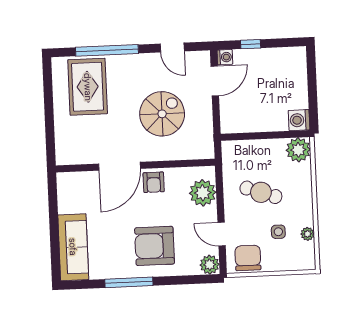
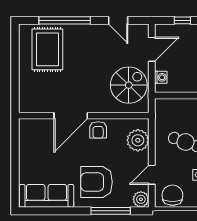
washing machine: (225, 57) -> (161, 77), moved
spiral stairs: (162, 114) -> (129, 85), moved
door: (222, 234) -> (152, 175), hinge flipped
sofa: (73, 247) -> (46, 196), moved, turned -90
window: (129, 282) -> (111, 211), moved

